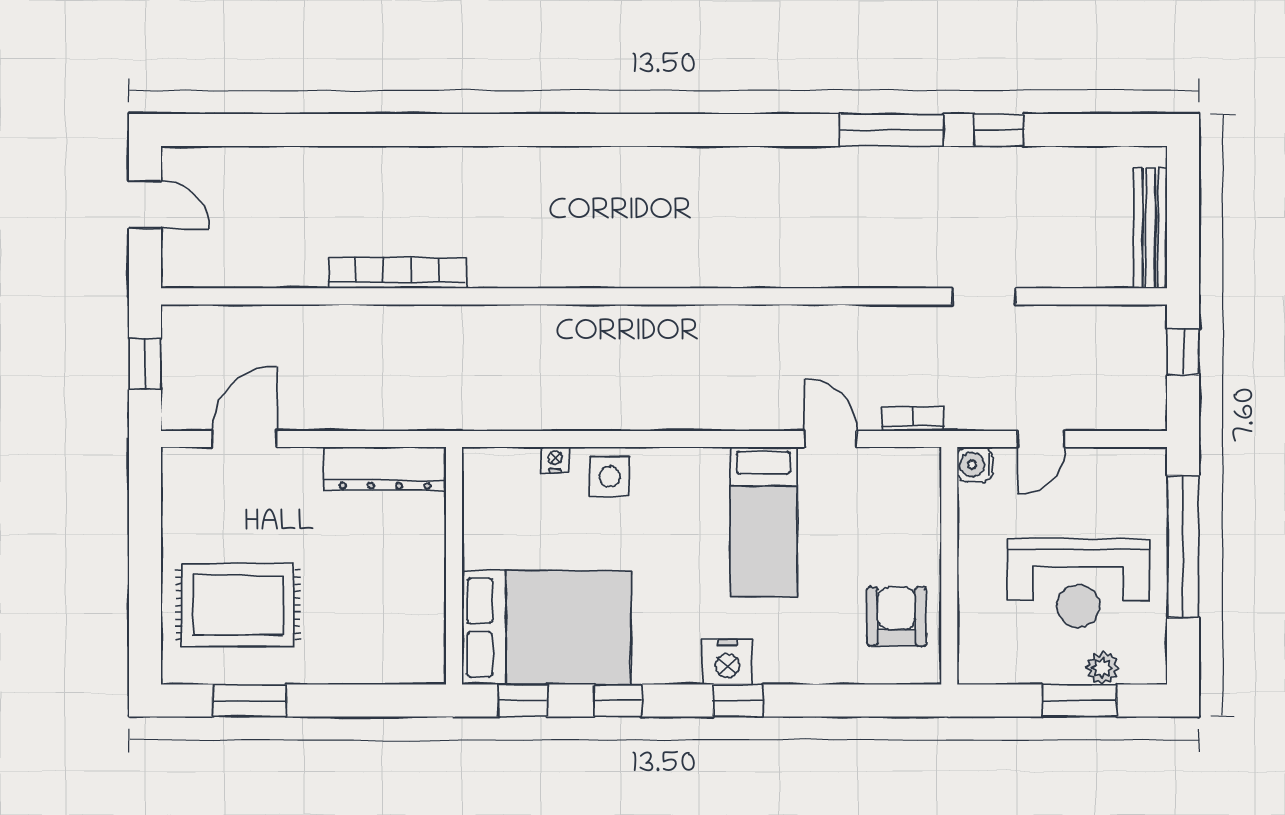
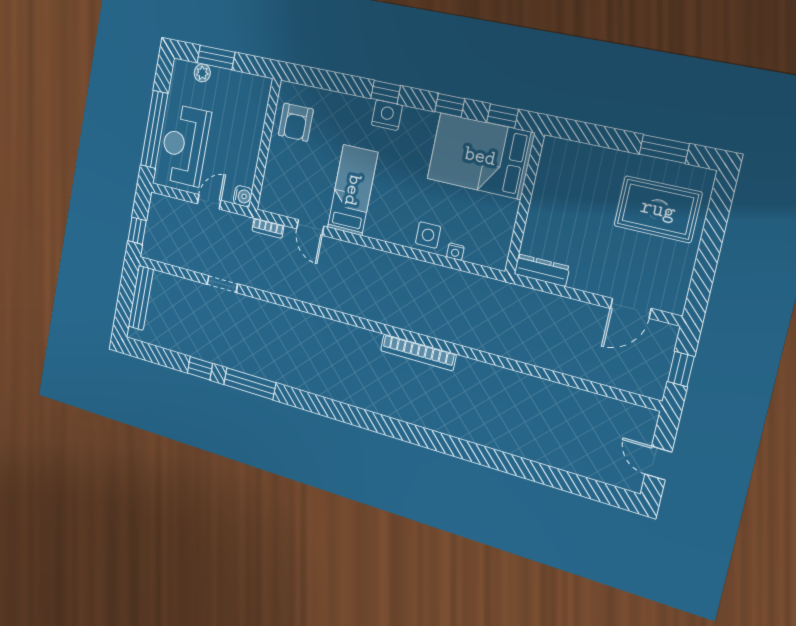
bookcase: (397, 273) -> (418, 352), moved
dresser: (385, 469) -> (542, 270), width x0.73, depth x0.80
reception desk: (1078, 583) -> (185, 145), moved, turned -90

